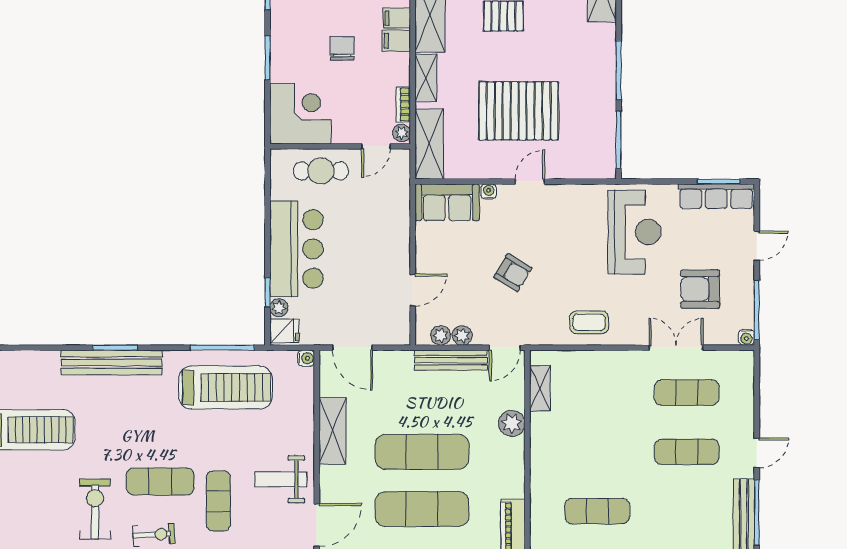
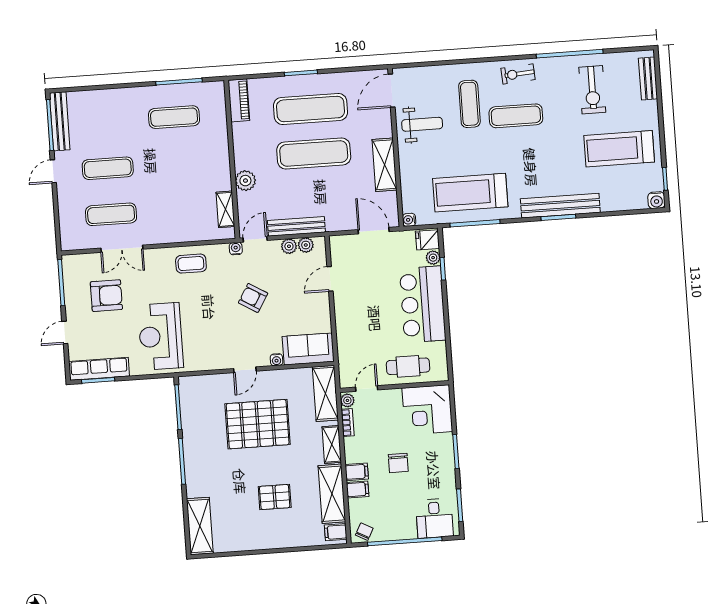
water cooler: (746, 337) -> (236, 249), moved
exercise bike: (95, 509) -> (592, 90), moved

